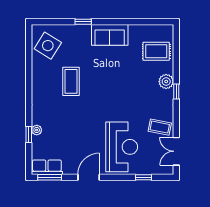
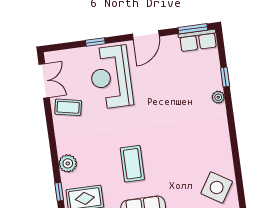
coffee table: (71, 81) -> (132, 164), moved
window: (176, 92) -> (59, 192), moved
plant: (37, 130) -> (218, 97), moved
window: (143, 177) -> (95, 42), moved

